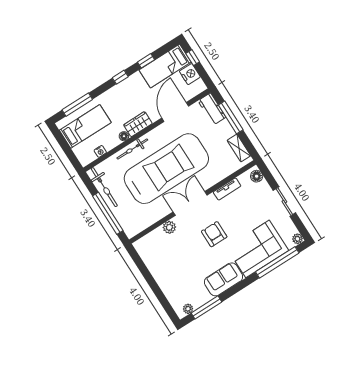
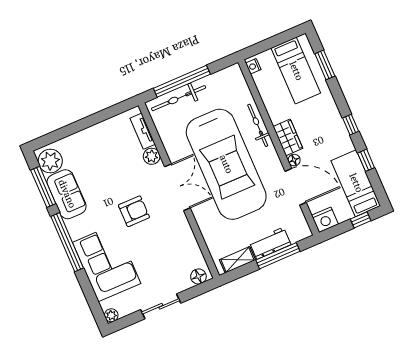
nightstand: (190, 74) -> (325, 220), moved
window: (77, 105) -> (325, 65), width x0.69
workbench: (212, 109) -> (270, 243), moved
floor lamp: (124, 136) -> (294, 160), moved
nightstand: (100, 151) -> (253, 66), moved
bicycle: (104, 187) -> (179, 98), moved
tv unit: (227, 189) -> (143, 131), moved
window: (277, 262) -> (67, 242), moved
sofa: (223, 279) -> (67, 194), moved
plant: (188, 309) -> (50, 161), width x1.88, depth x1.88

